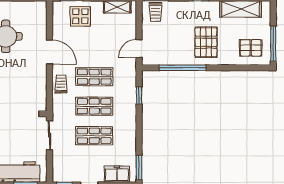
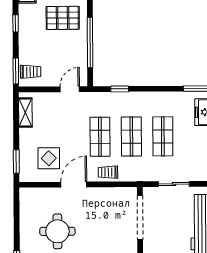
display table: (80, 16) -> (49, 158), moved
door: (139, 49) -> (70, 89), swing flipped
sliding door: (50, 135) -> (174, 184), moved

